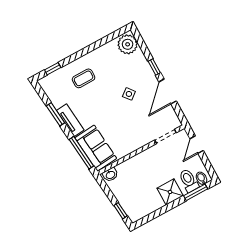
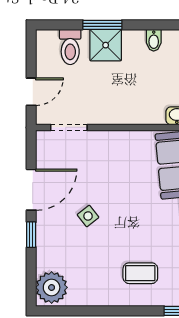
bidet: (202, 178) -> (154, 40), moved
window: (196, 192) -> (102, 25), moved

